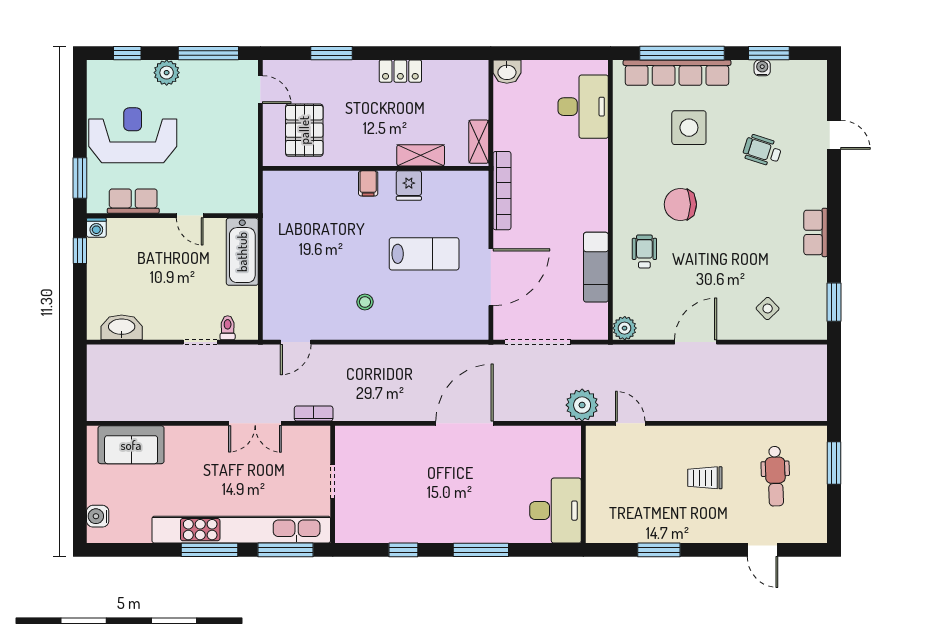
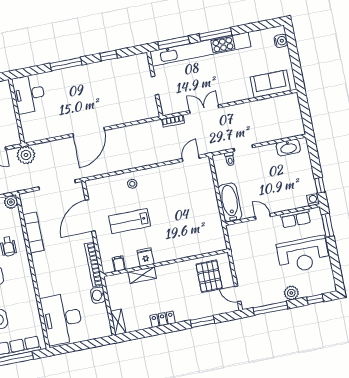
washbasin: (507, 72) -> (98, 295), moved, turned -90
desk: (583, 107) -> (62, 319), width x1.36, depth x1.30
shelving: (479, 142) -> (118, 322), moved
filing cabinet: (368, 183) -> (119, 264), moved
stool: (365, 302) -> (132, 184), moved

